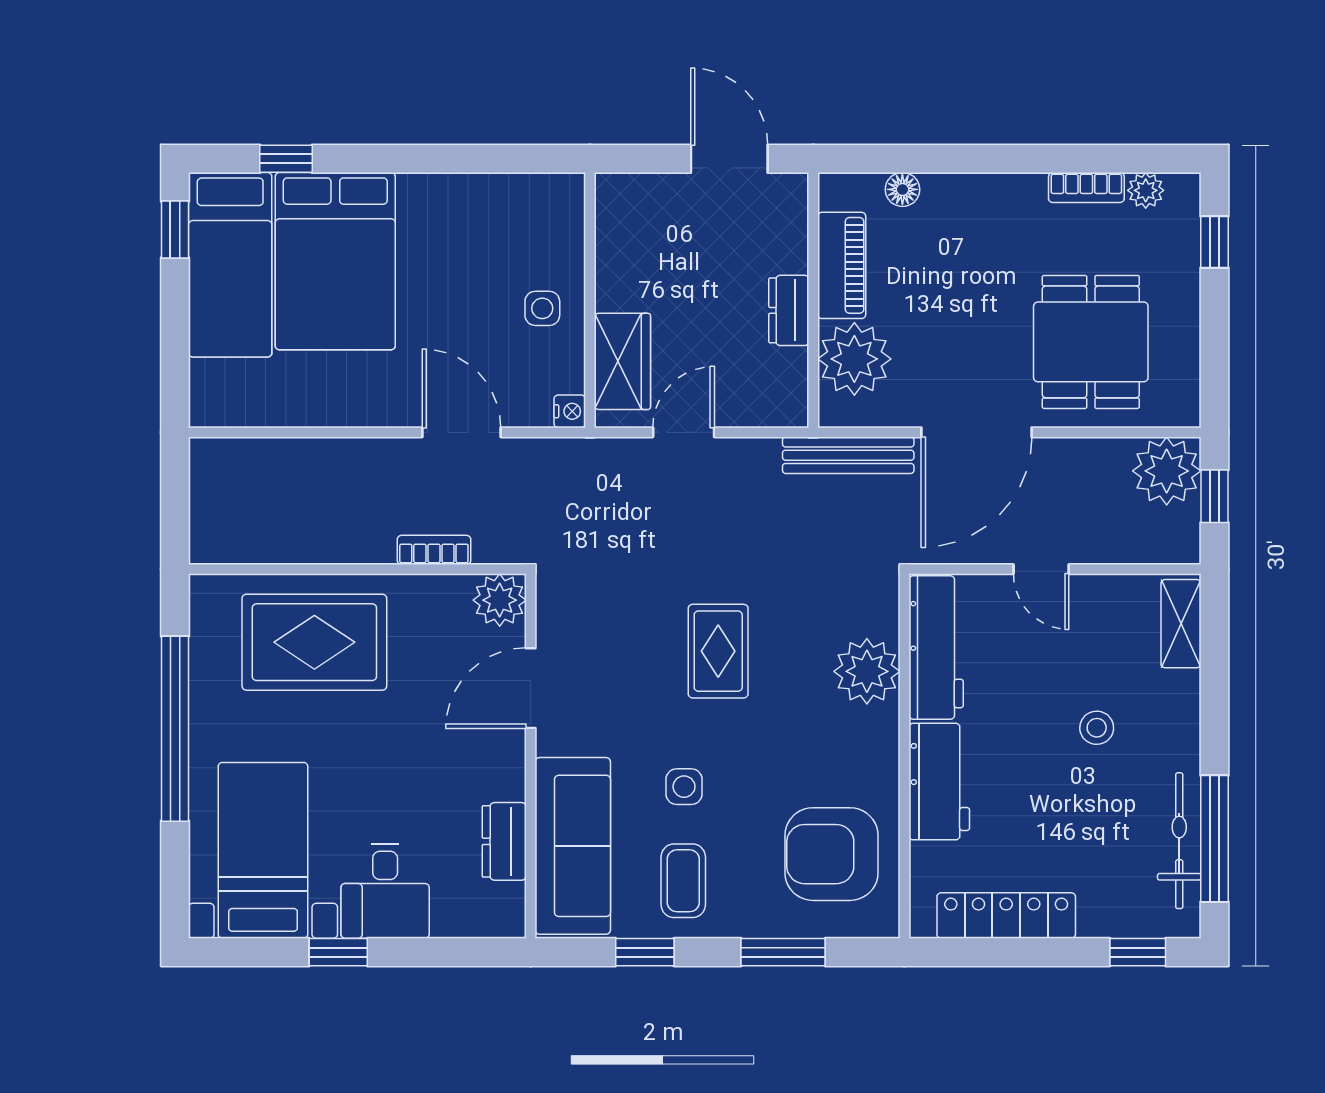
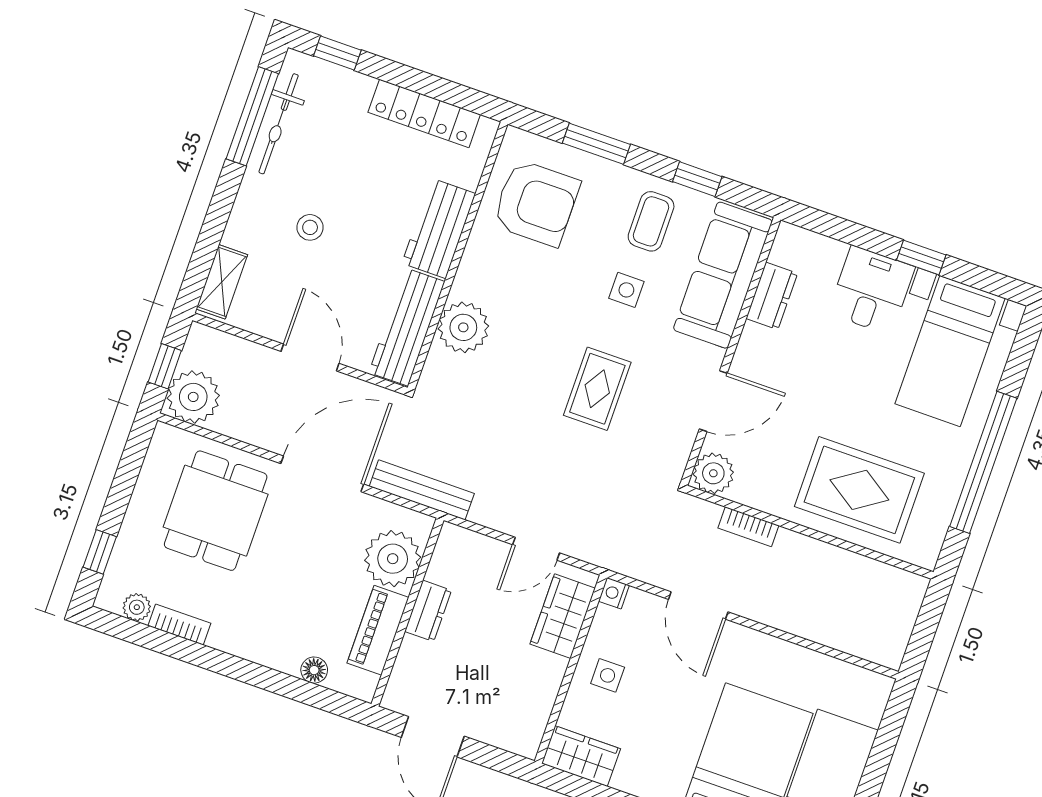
wardrobe: (540, 199) -> (581, 756), added
door: (1041, 569) -> (310, 357), width x1.38
rug: (718, 651) -> (597, 389), moved

